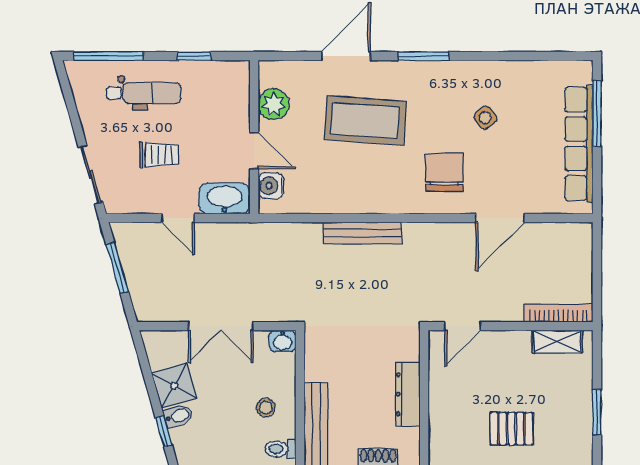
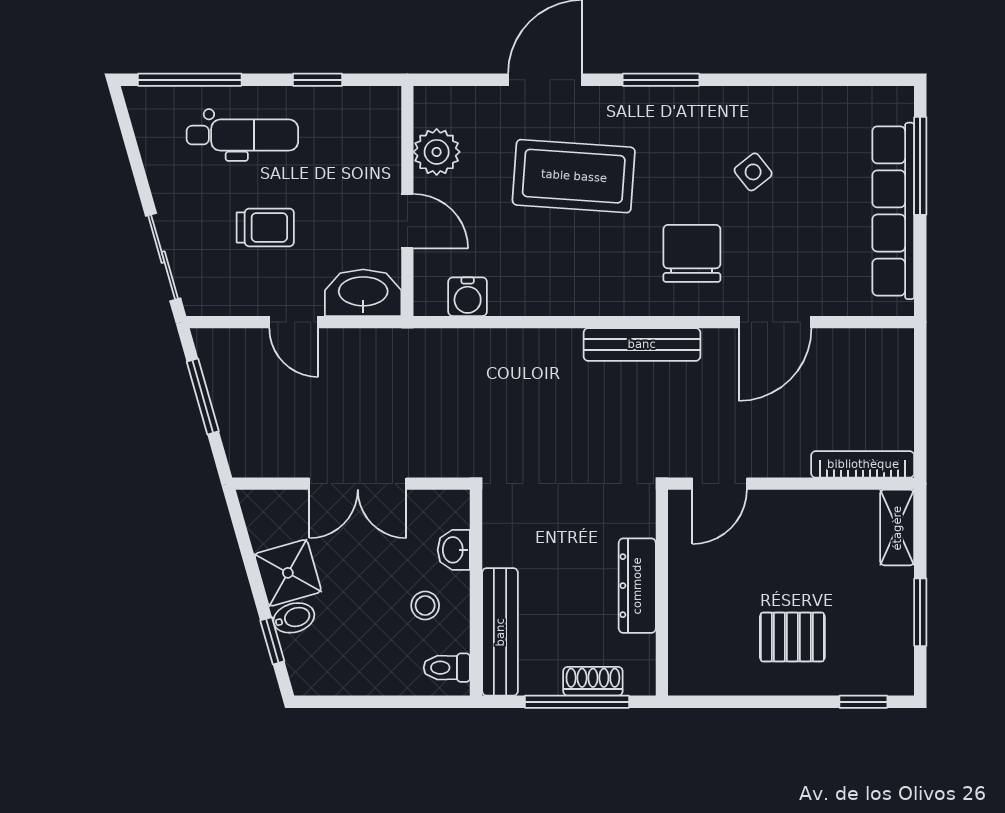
water cooler: (271, 186) -> (468, 297), moved, turned -90
bench: (362, 233) -> (642, 344), moved
washbasin: (283, 341) -> (454, 550), moved, turned 90
shelving: (557, 341) -> (897, 528), moved, turned 90

